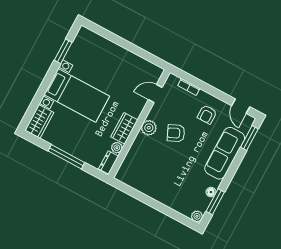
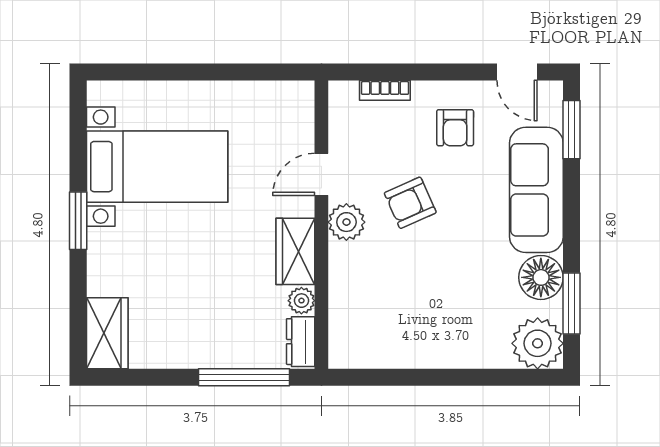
window: (63, 51) -> (78, 221), moved
door: (155, 94) -> (321, 174), moved
bed with nightstands: (77, 95) -> (157, 167), moved
window: (66, 157) -> (244, 377), moved
floor lamp: (211, 192) -> (541, 277), width x1.89, depth x1.89
plant: (197, 216) -> (538, 343), width x1.88, depth x1.88

